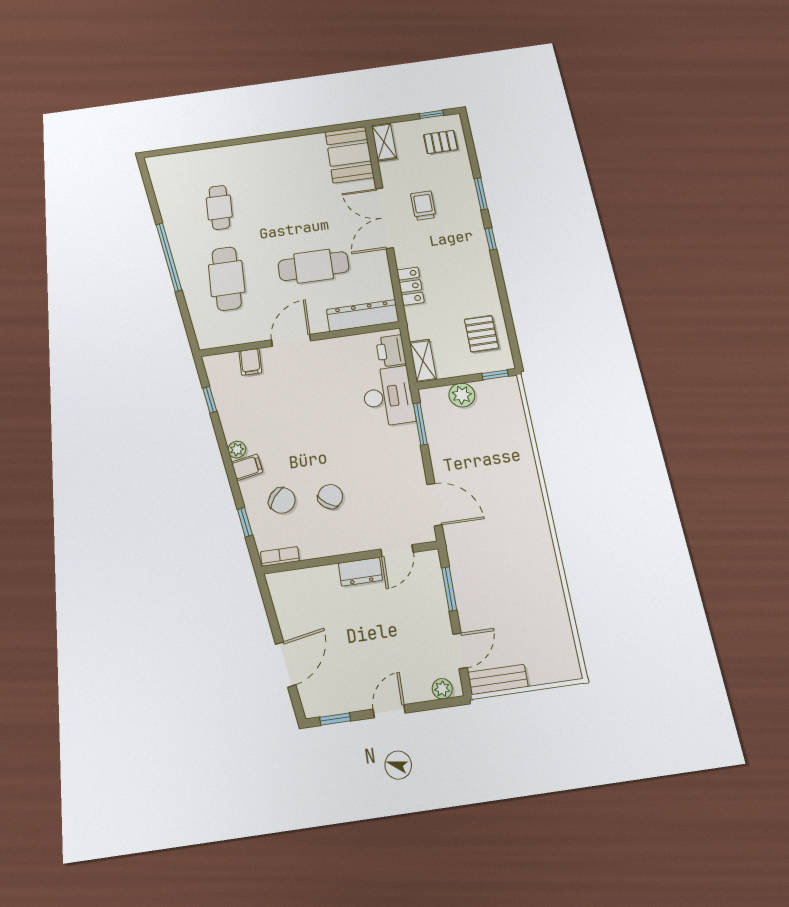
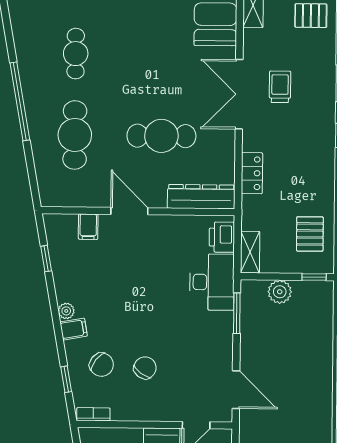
door: (291, 340) -> (129, 211), hinge flipped

